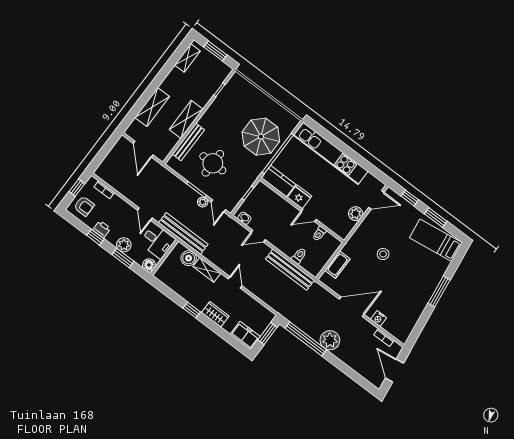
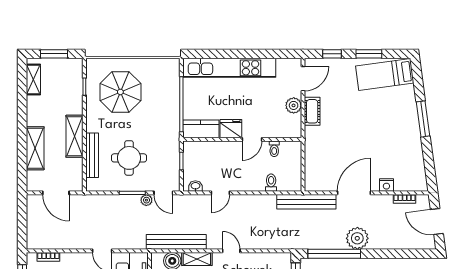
parasol: (261, 137) -> (120, 92), moved
bench: (183, 233) -> (176, 242), moved
stool: (383, 254) -> (346, 123), removed
cot: (338, 265) -> (312, 111), moved
bench: (290, 270) -> (306, 202), moved

